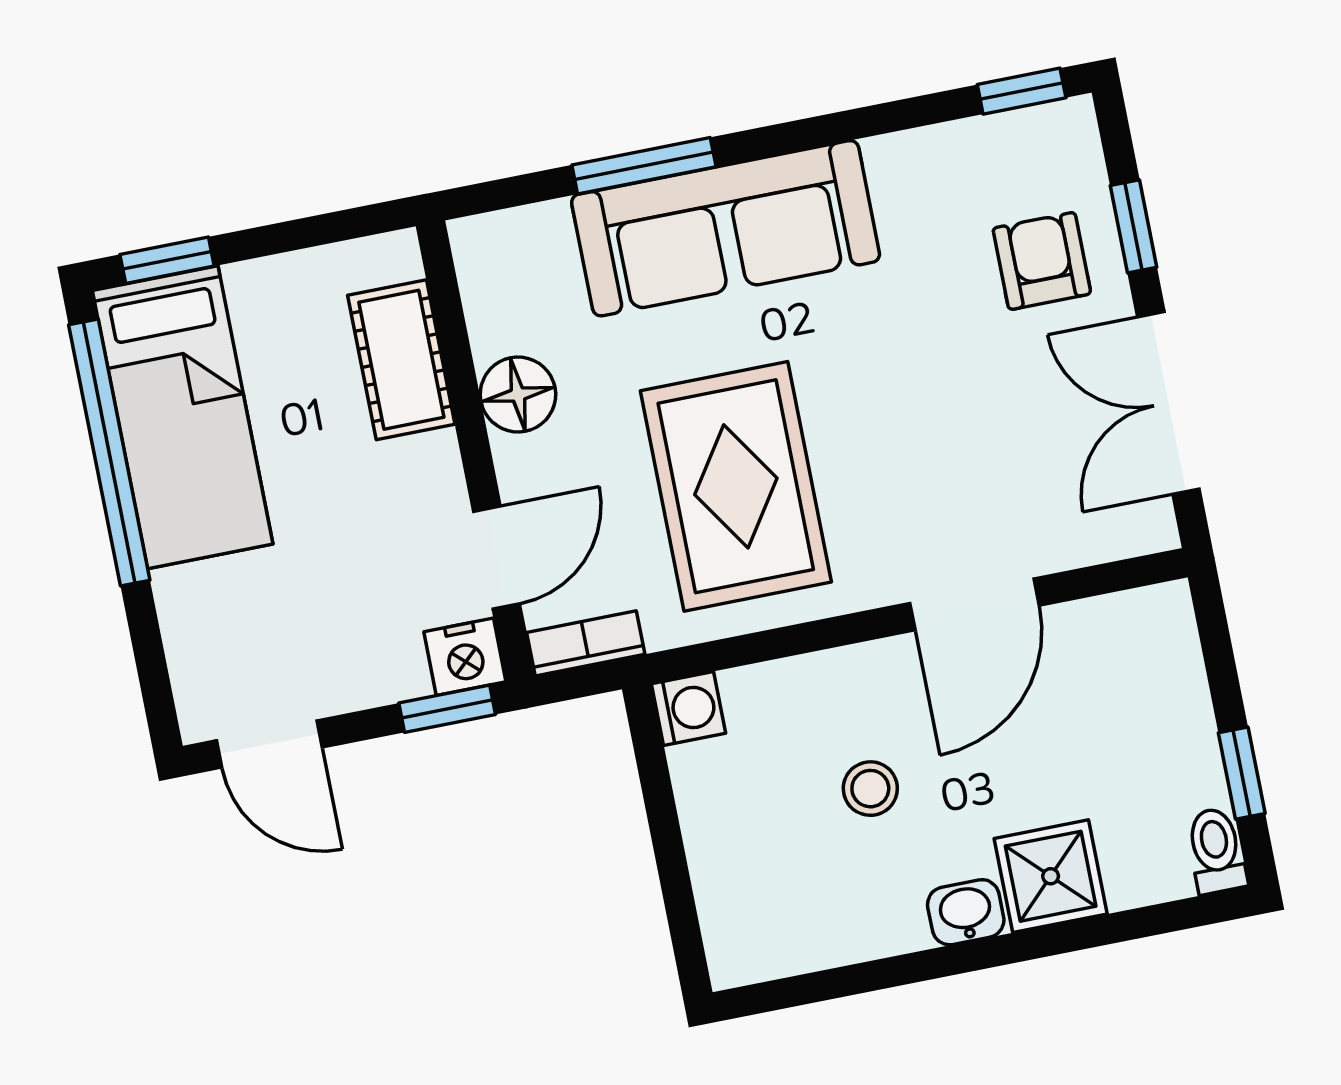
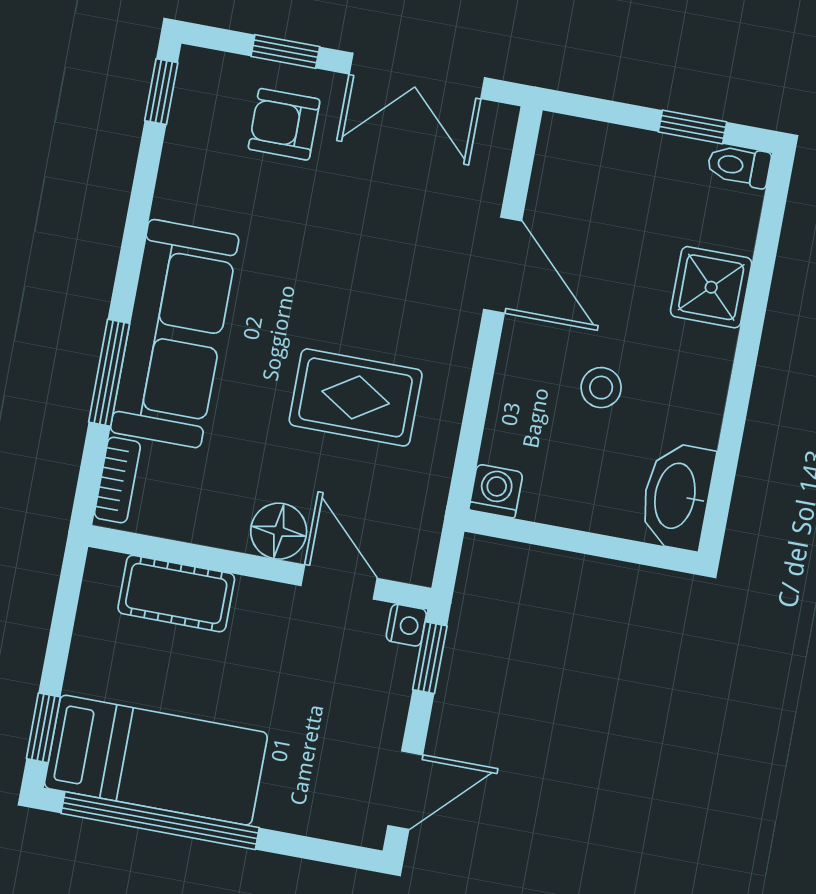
floor lamp: (518, 394) -> (279, 531), moved
rug: (736, 486) -> (356, 397), width x0.73, depth x0.70
bookcase: (586, 643) -> (117, 480), moved, turned 180
nightstand: (465, 657) -> (406, 625), width x0.72, depth x0.74
washbasin: (966, 912) -> (677, 496), moved, width x1.91, depth x1.45

